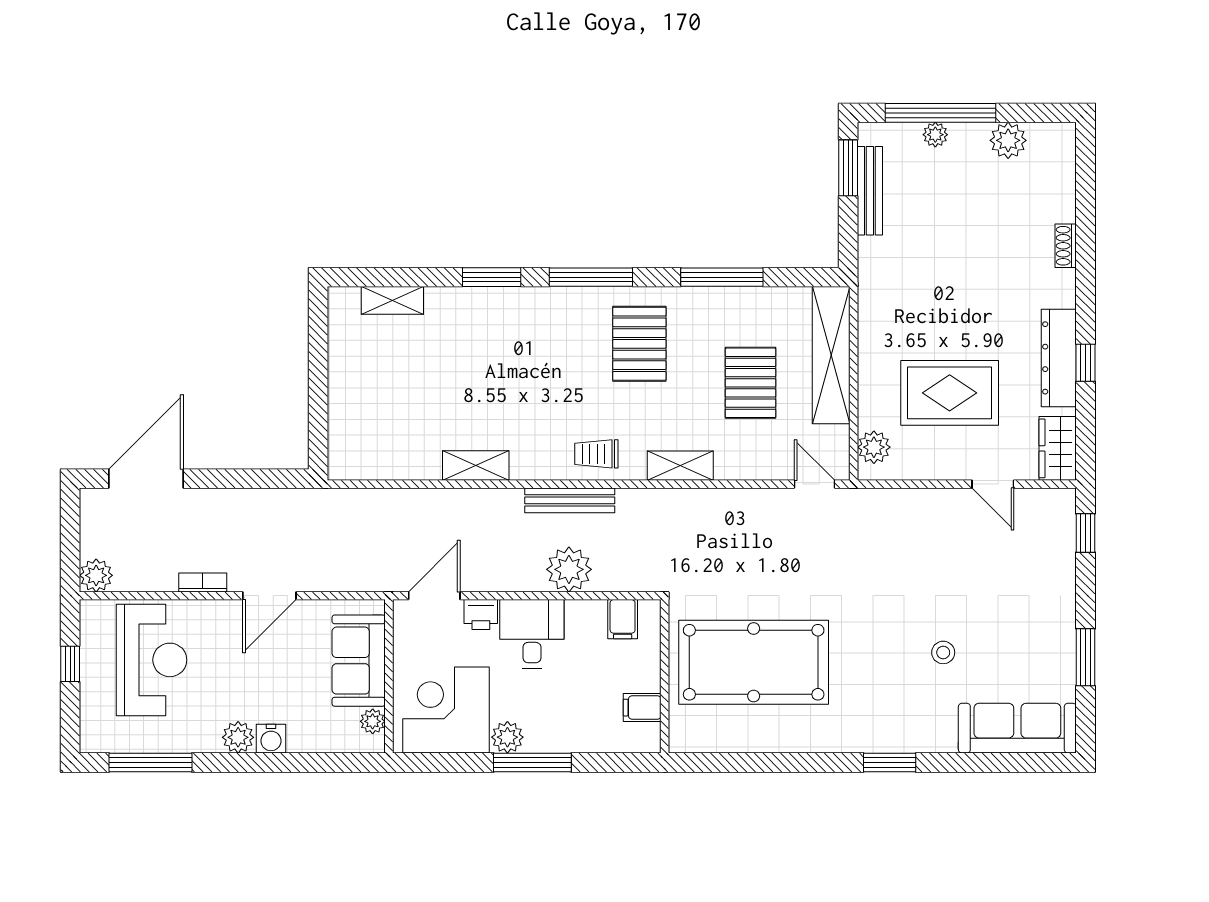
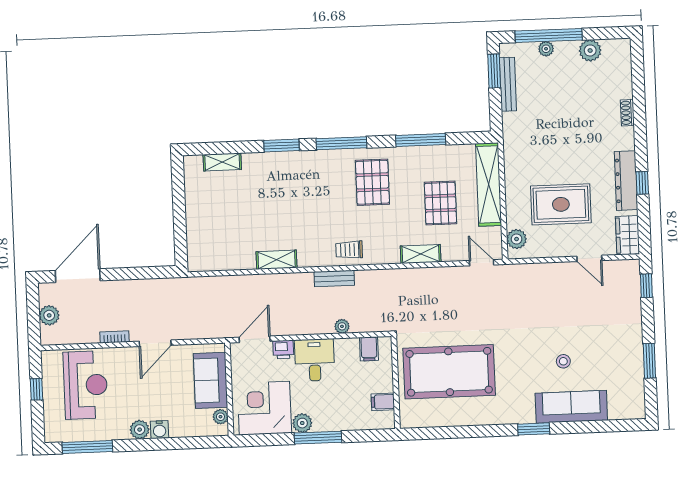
shelving: (680, 466) -> (421, 254), moved
bench: (570, 500) -> (334, 279), width x0.73
plant: (569, 569) -> (342, 326), width x0.53, depth x0.53
plant: (96, 575) -> (49, 315), moved
sofa: (1017, 728) -> (571, 407), moved

